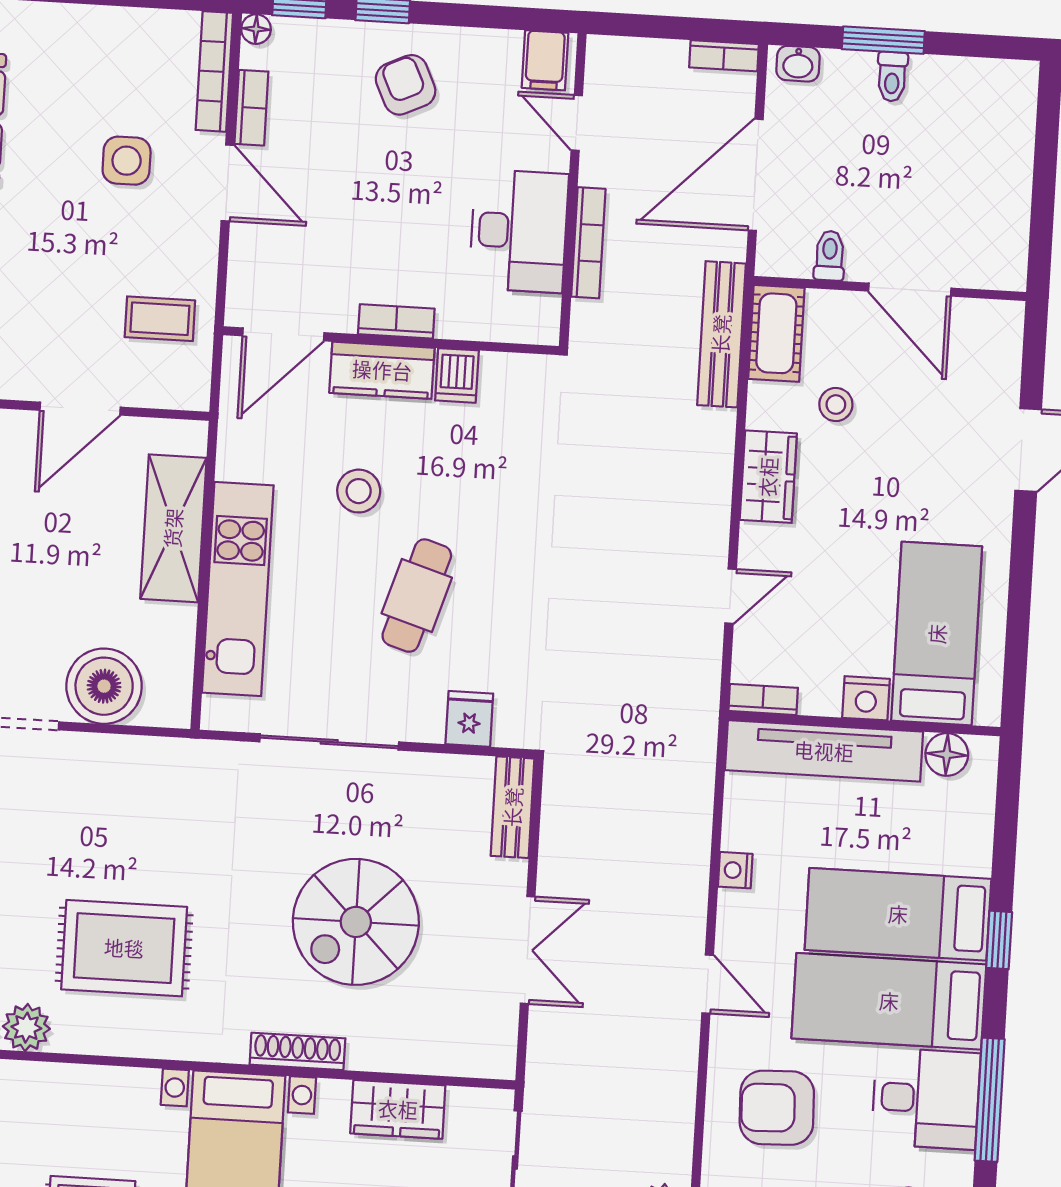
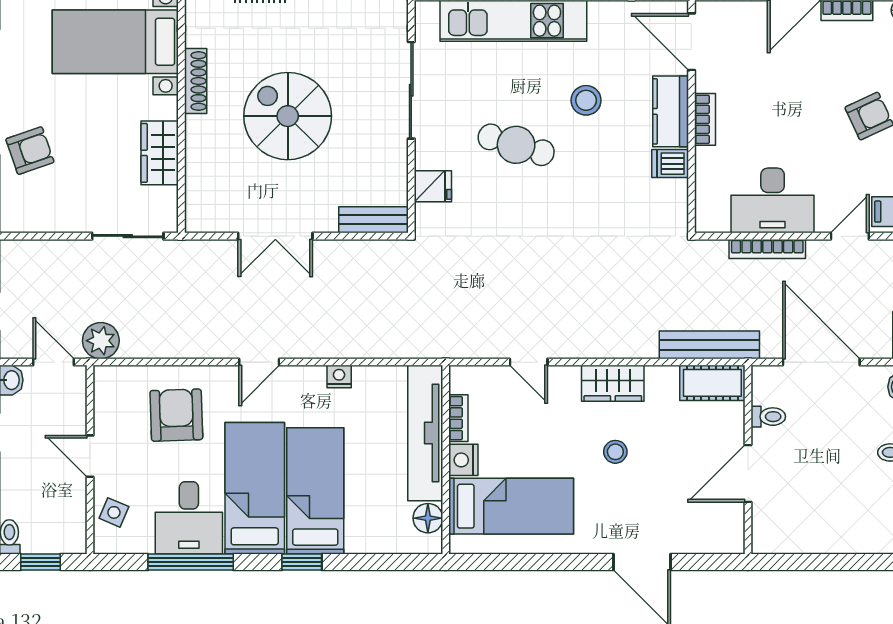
stool: (836, 405) -> (615, 452), moved
bookcase: (763, 699) -> (458, 418), moved

